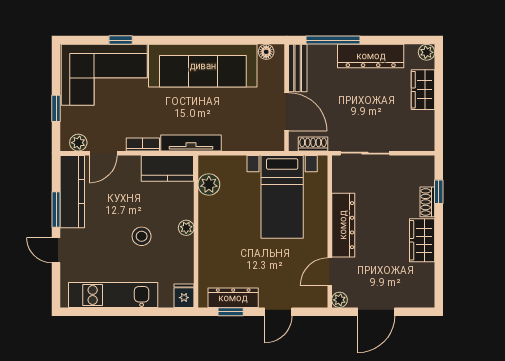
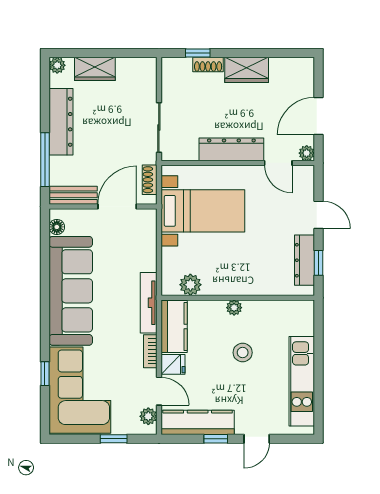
window: (56, 210) -> (216, 439), width x0.67
fridge: (184, 296) -> (173, 364), moved, turned 180
door: (376, 312) -> (319, 116), swing flipped

